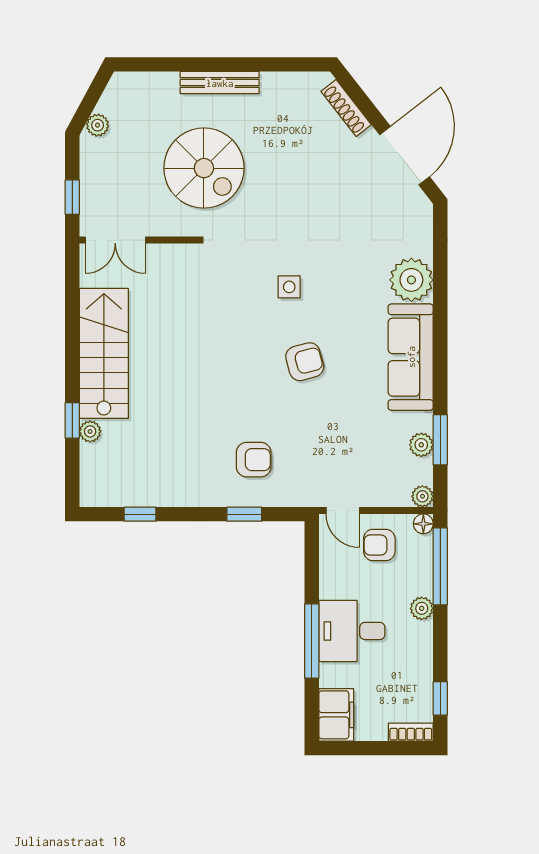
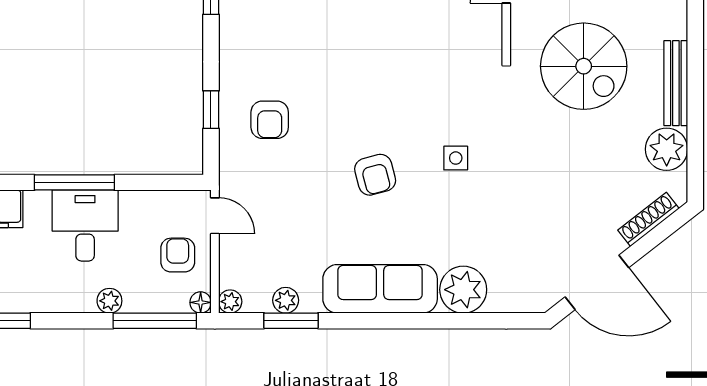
plant: (281, 91) -> (667, 149), added
spiral stairs: (204, 168) -> (584, 66), turned -90
door: (343, 510) -> (215, 216), swing flipped

